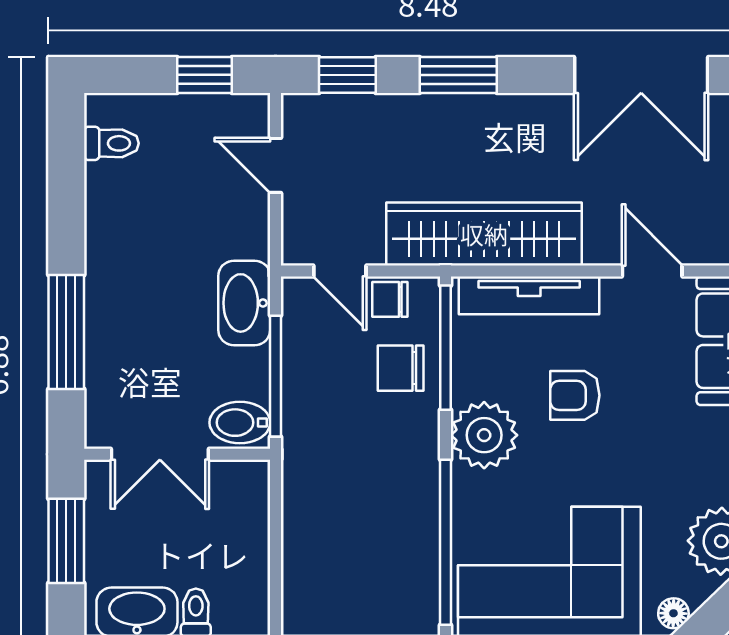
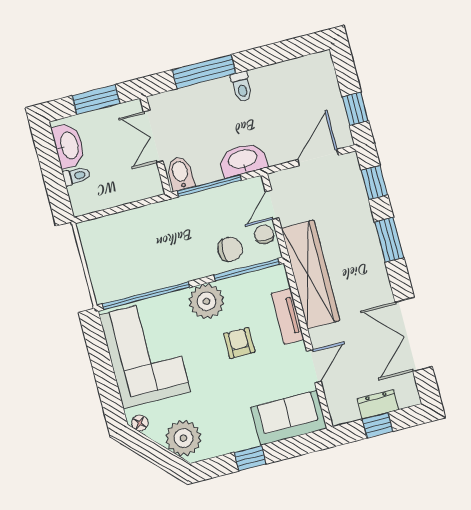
toilet: (111, 143) -> (242, 87), moved
door: (276, 165) -> (318, 157), width x1.38
tv unit: (529, 295) -> (288, 316), width x0.71
chair: (401, 368) -> (230, 249), turned 90

